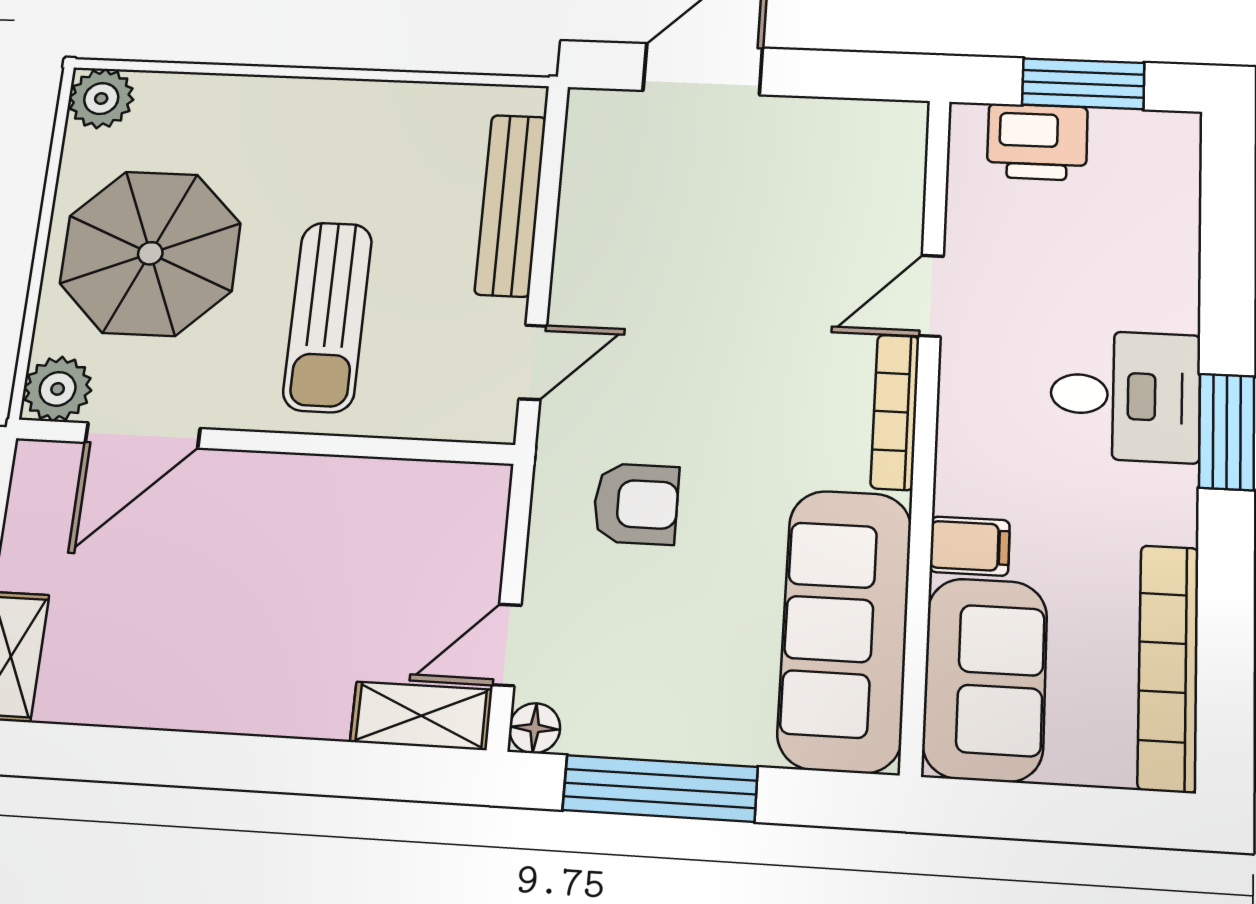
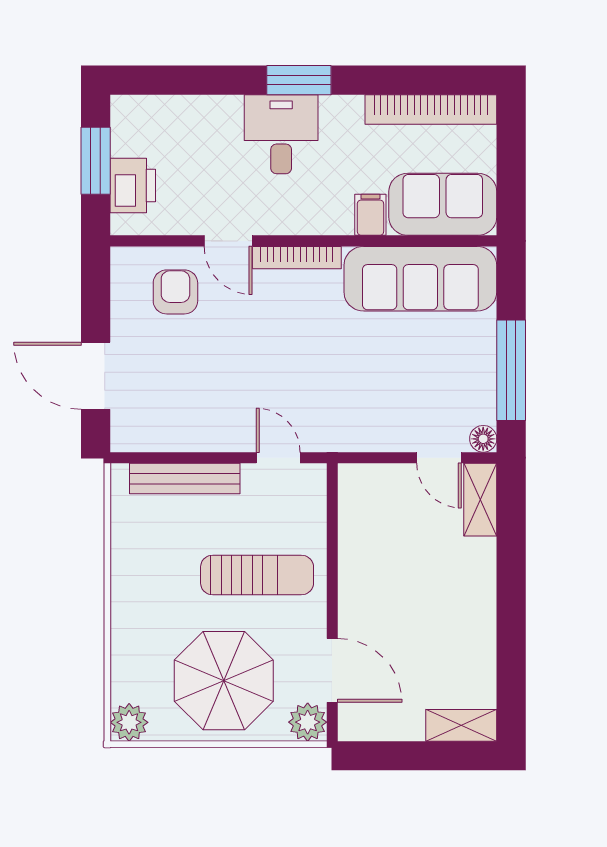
armchair: (636, 504) -> (175, 292), moved

